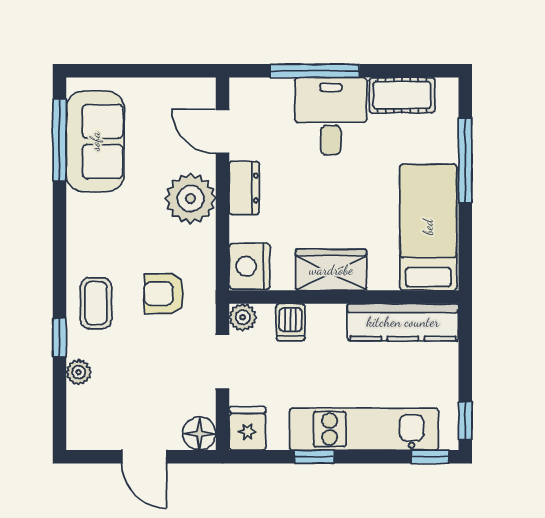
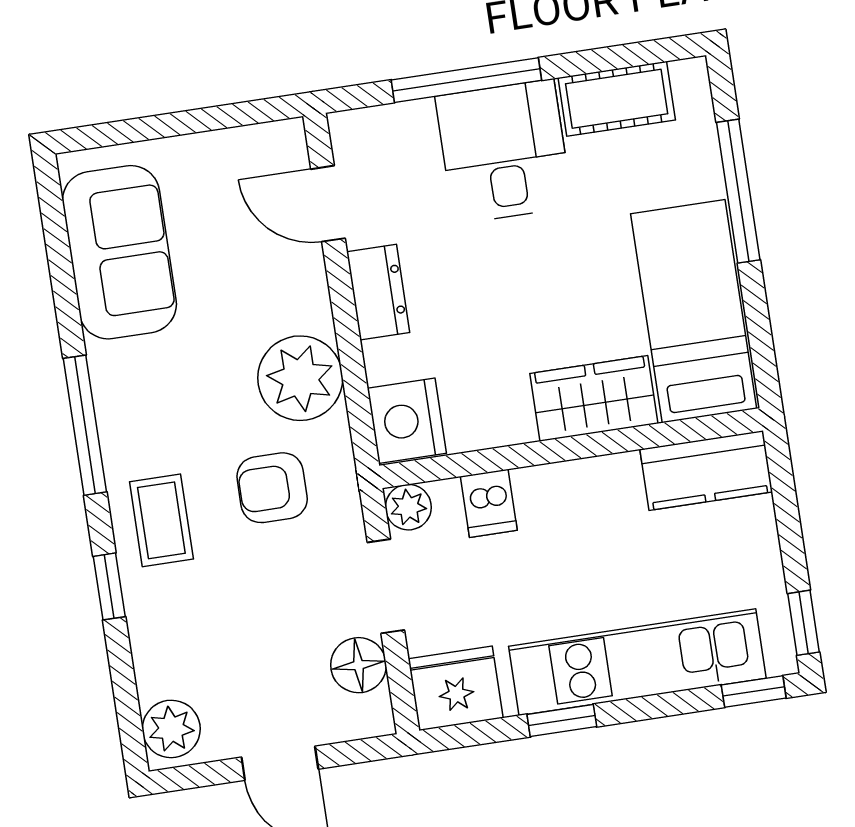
window: (59, 140) -> (85, 425), moved
plant: (191, 199) -> (300, 378), moved
wardrobe: (331, 270) -> (594, 398), moved
kitchen counter: (403, 322) -> (706, 471), width x0.67
plant: (79, 372) -> (171, 729), moved, width x1.38, depth x1.38
fridge: (247, 428) -> (456, 688), width x1.38
floor lamp: (199, 434) -> (358, 665), moved

